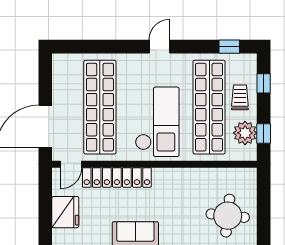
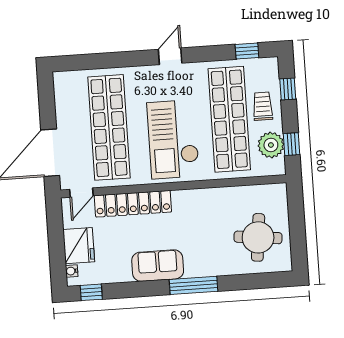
checkout: (157, 122) -> (173, 139), turned 180
water cooler: (57, 234) -> (72, 271), added

